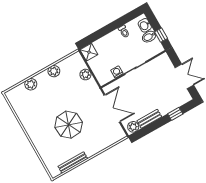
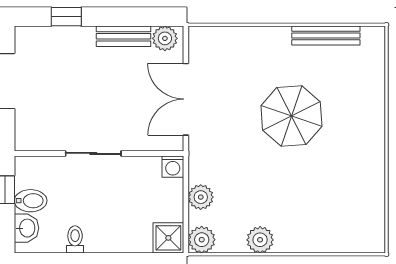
washing machine: (117, 72) -> (173, 167), moved
plant: (31, 84) -> (202, 240), moved

